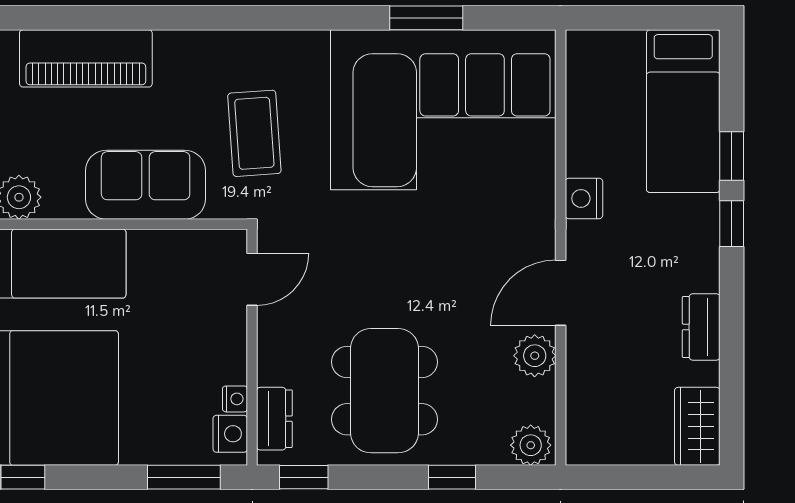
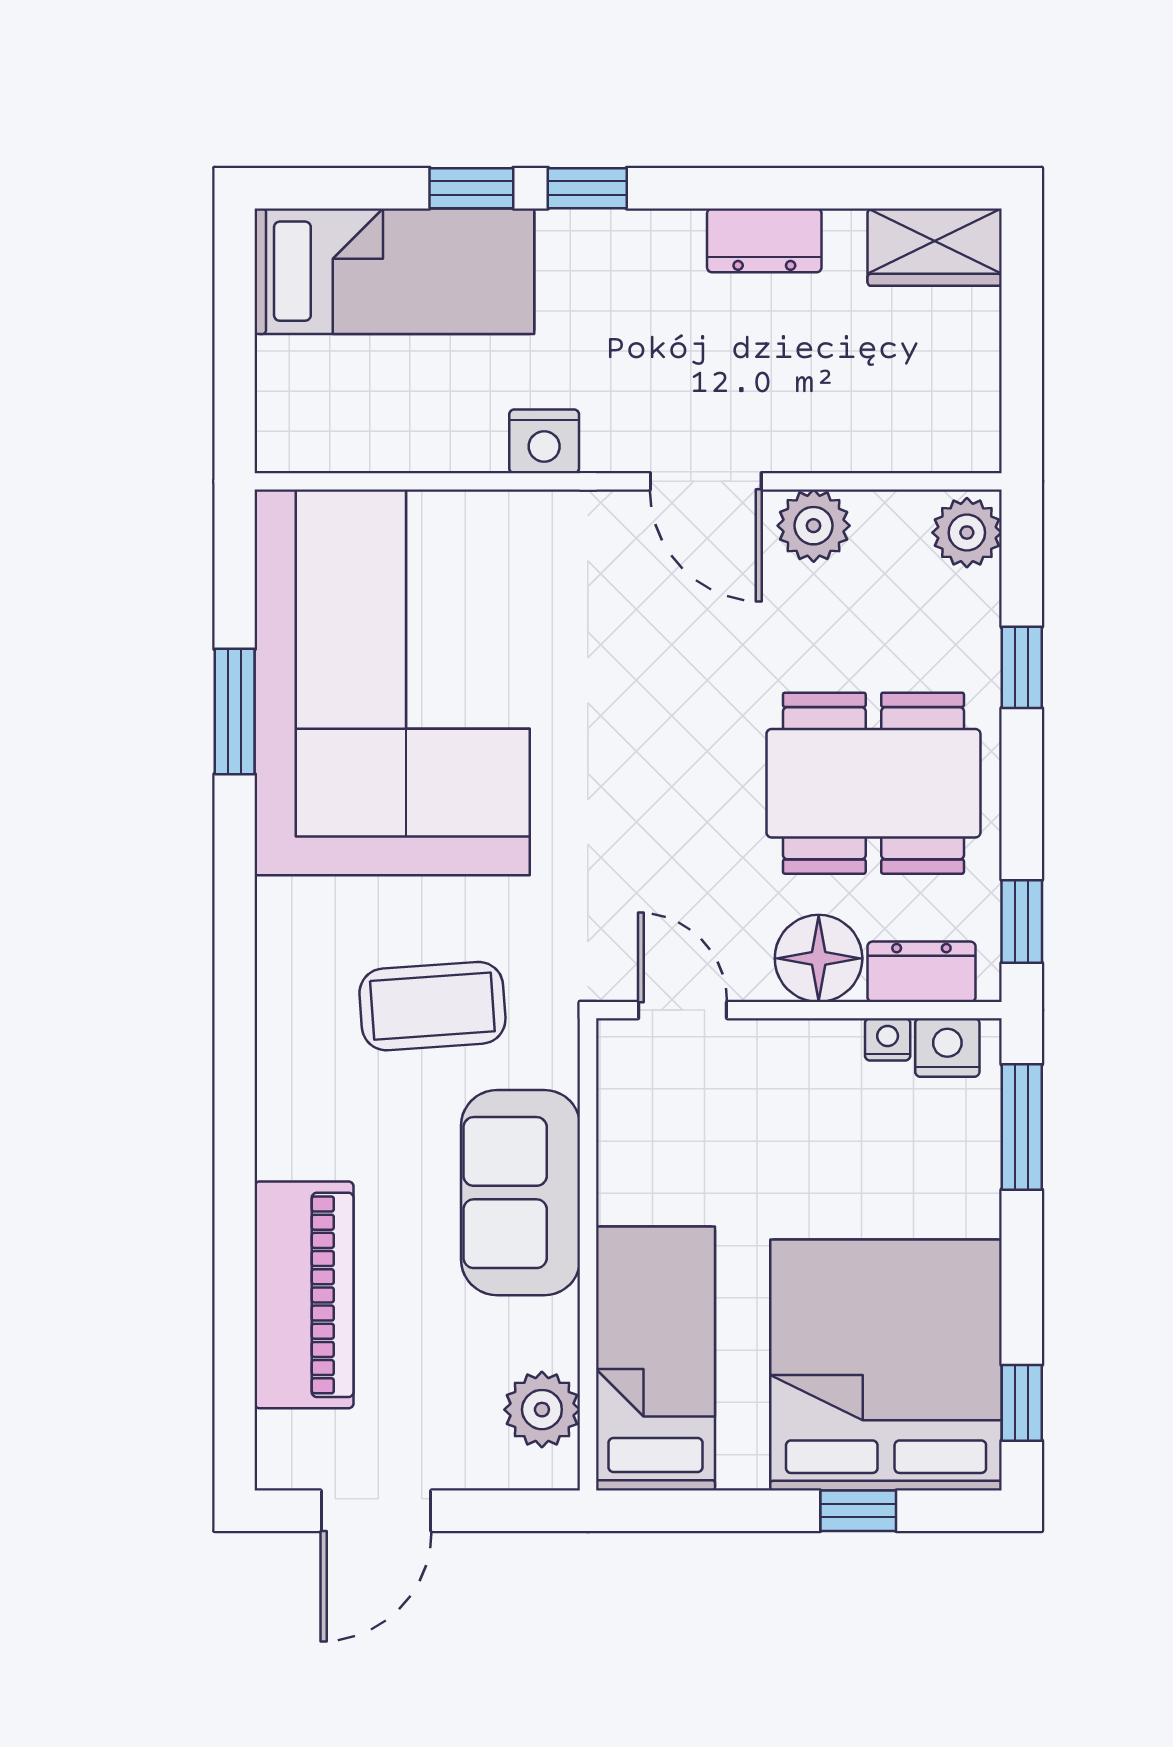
floor lamp: (282, 359) -> (819, 958), added

